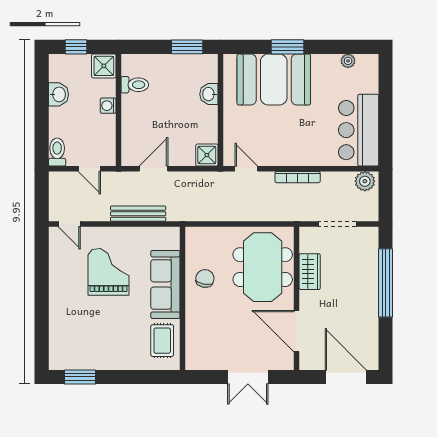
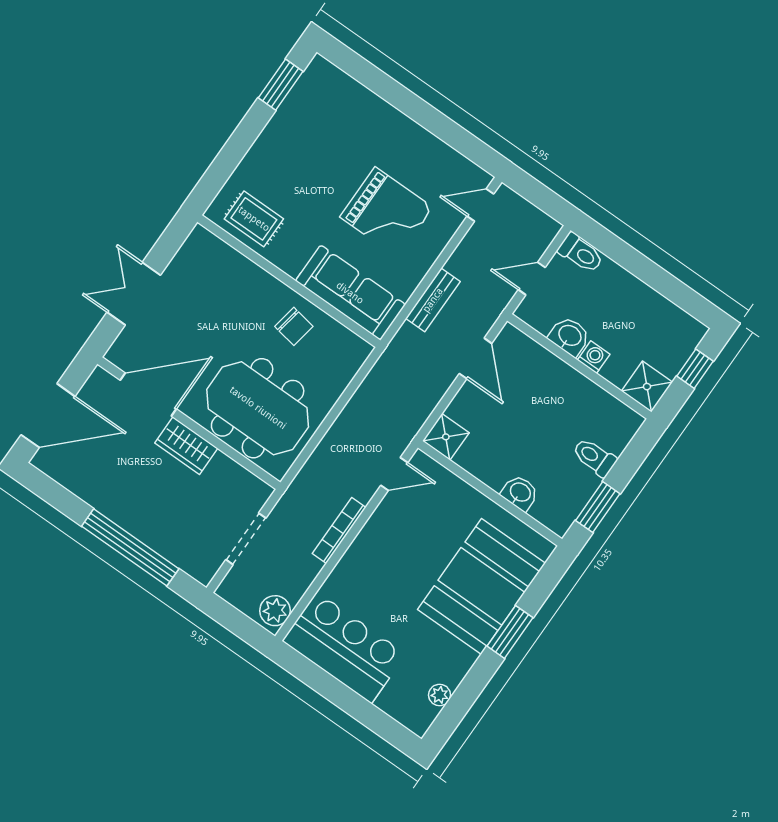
toilet: (135, 85) -> (594, 457), moved, turned 90
washbasin: (58, 94) -> (569, 336), moved, turned 180
bench: (138, 214) -> (433, 300), width x0.73
wardrobe: (310, 272) -> (186, 446), moved
sofa: (165, 284) -> (350, 293), moved

